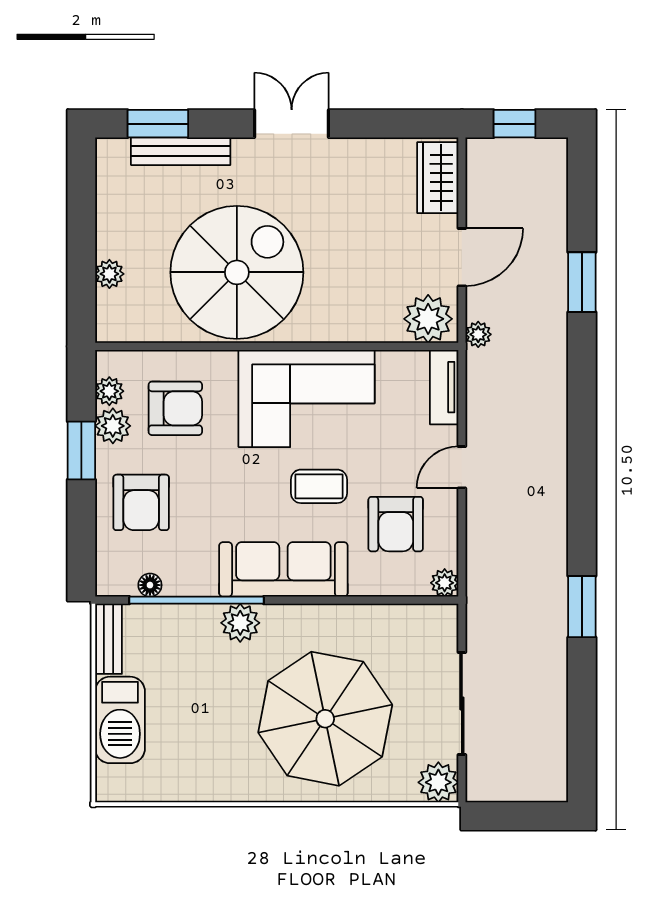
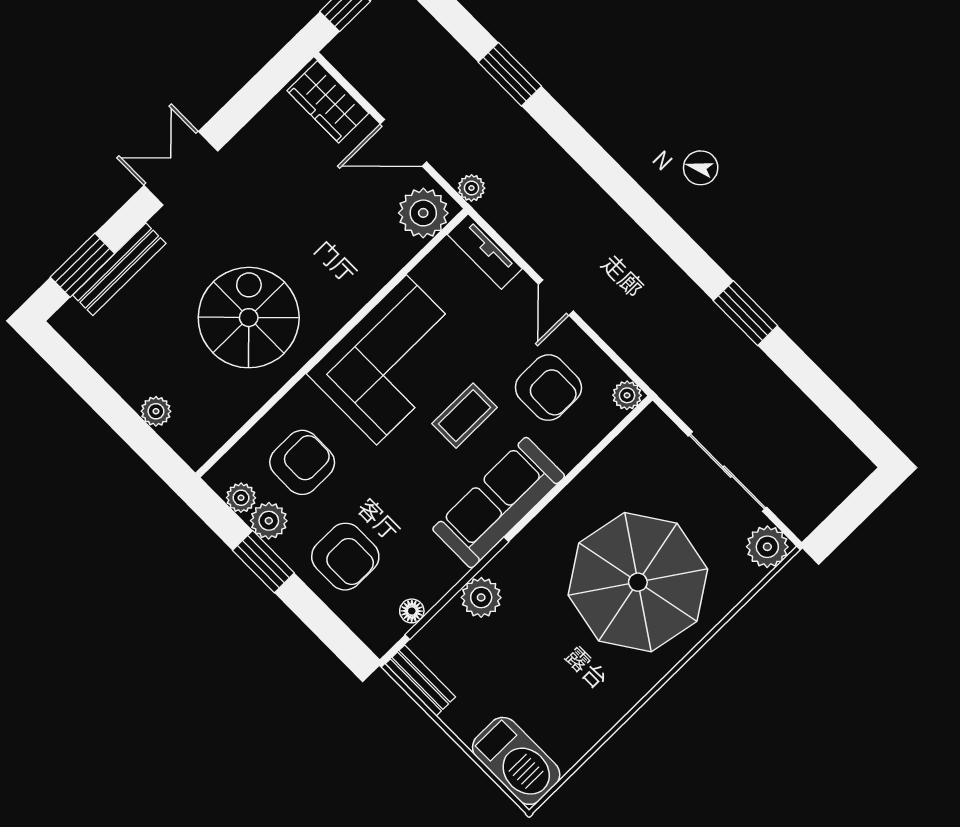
door: (462, 257) -> (403, 143), swing flipped
spiral stairs: (237, 272) -> (249, 318), width x0.73, depth x0.73
plant: (240, 623) -> (481, 597), moved
barbecue: (120, 720) -> (516, 761), moved

